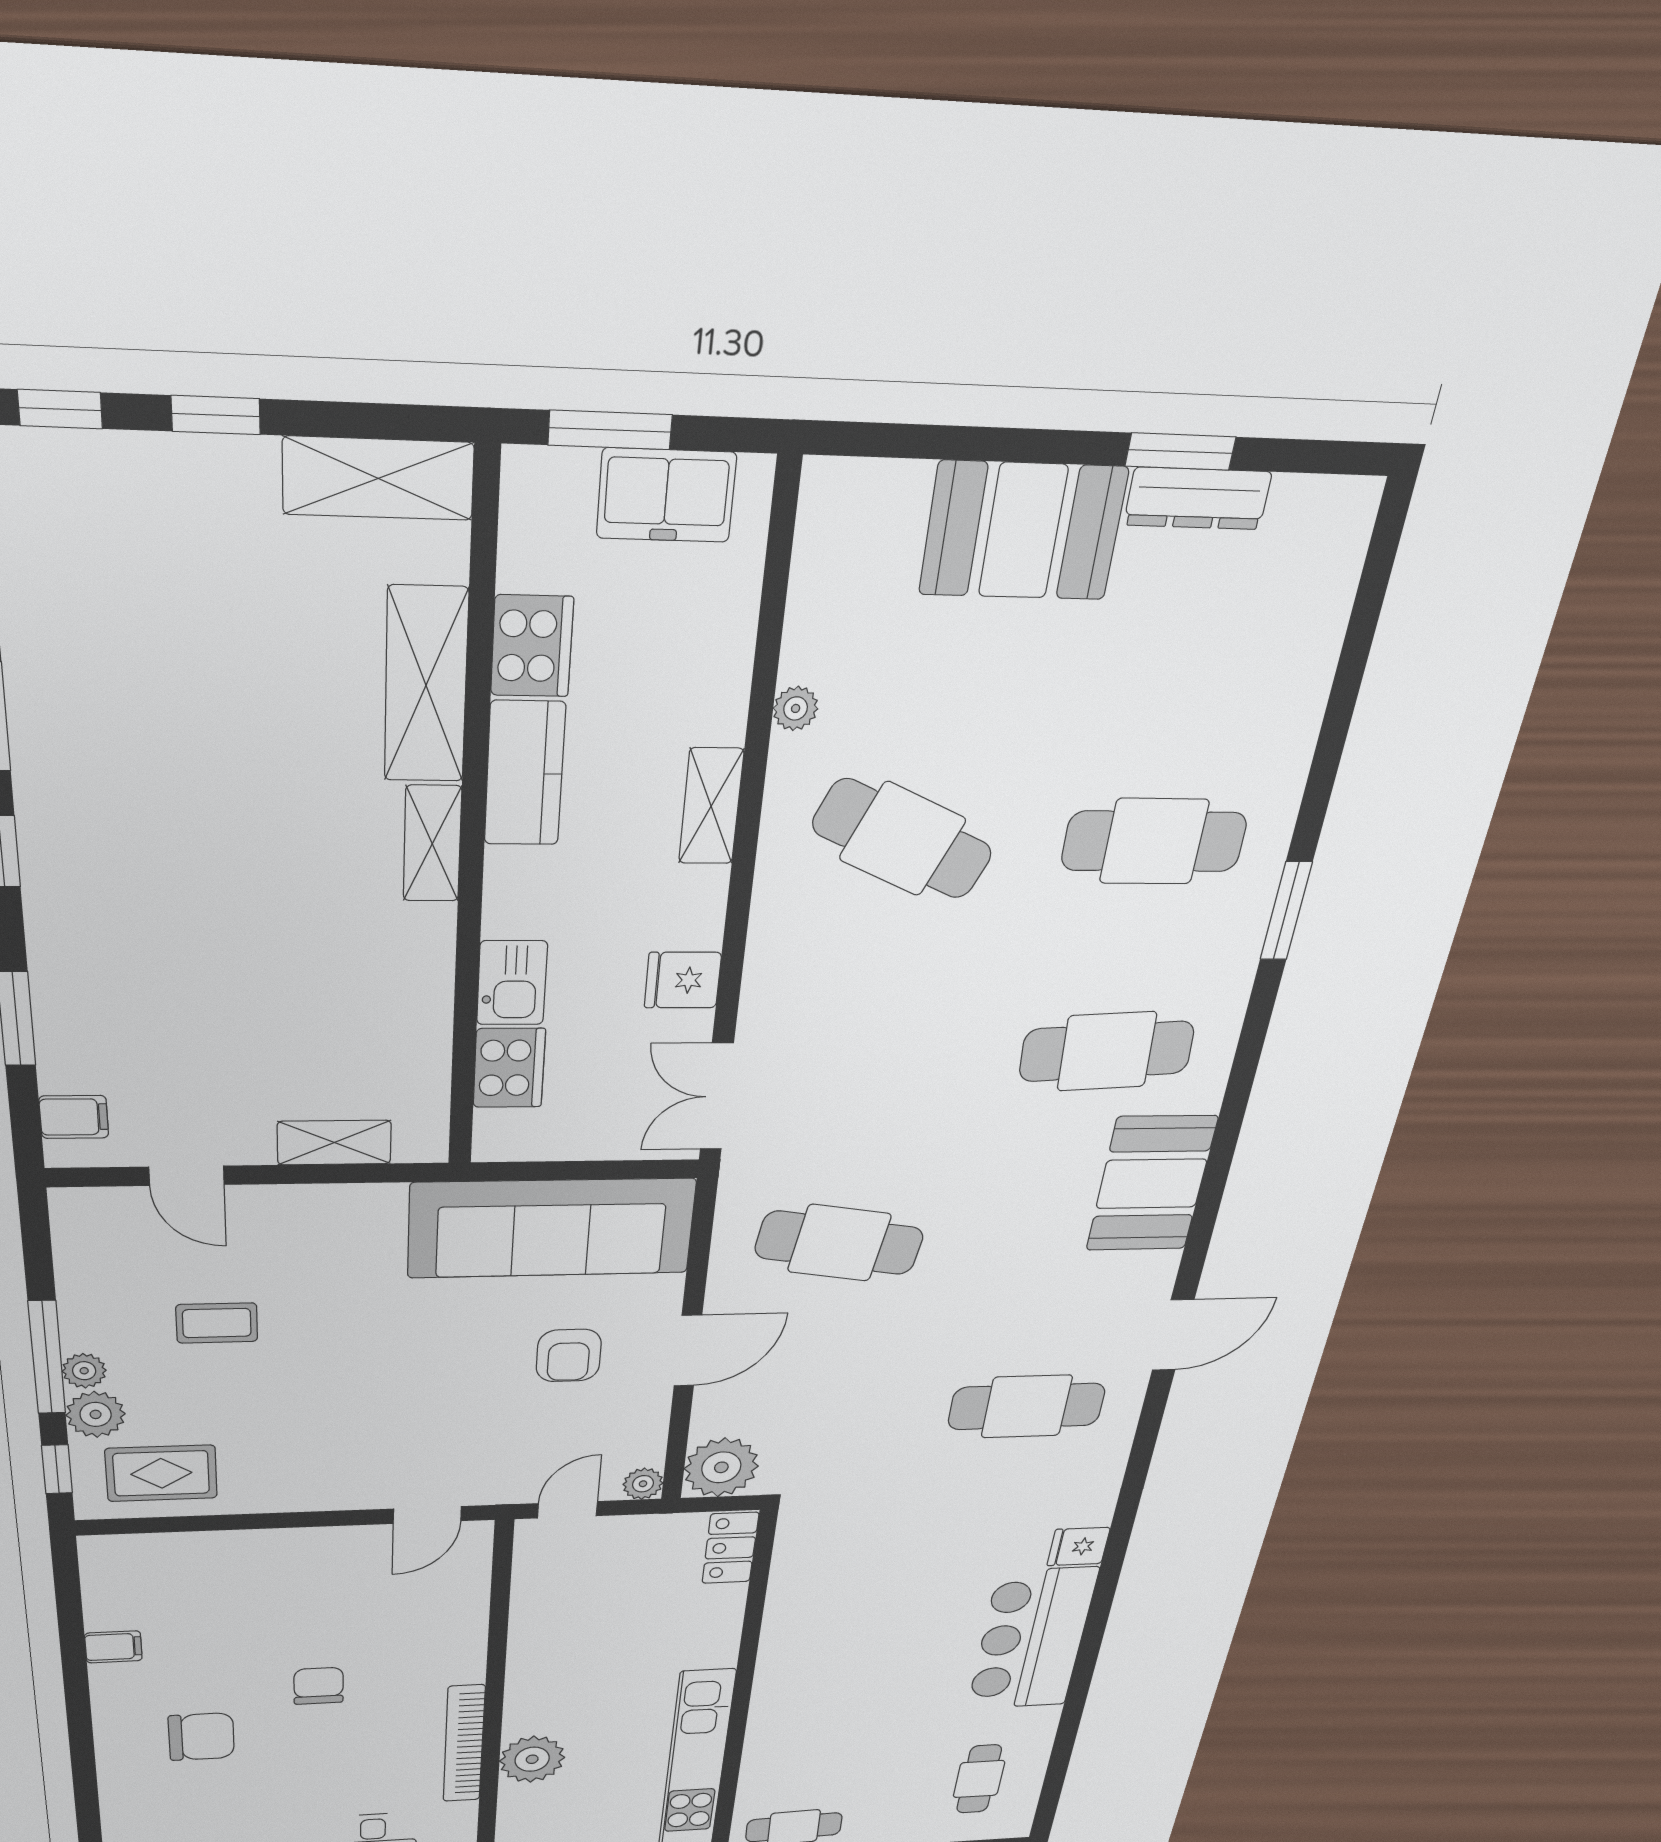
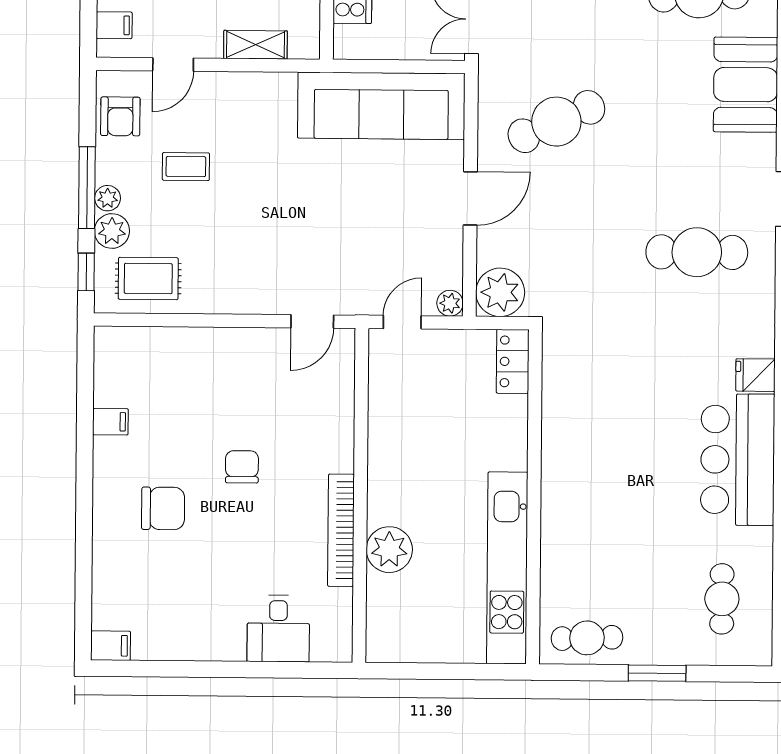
door: (187, 1176) -> (173, 65), hinge flipped
cafe table: (839, 1243) -> (556, 122), turned -33
armchair: (569, 1355) -> (120, 116), moved

